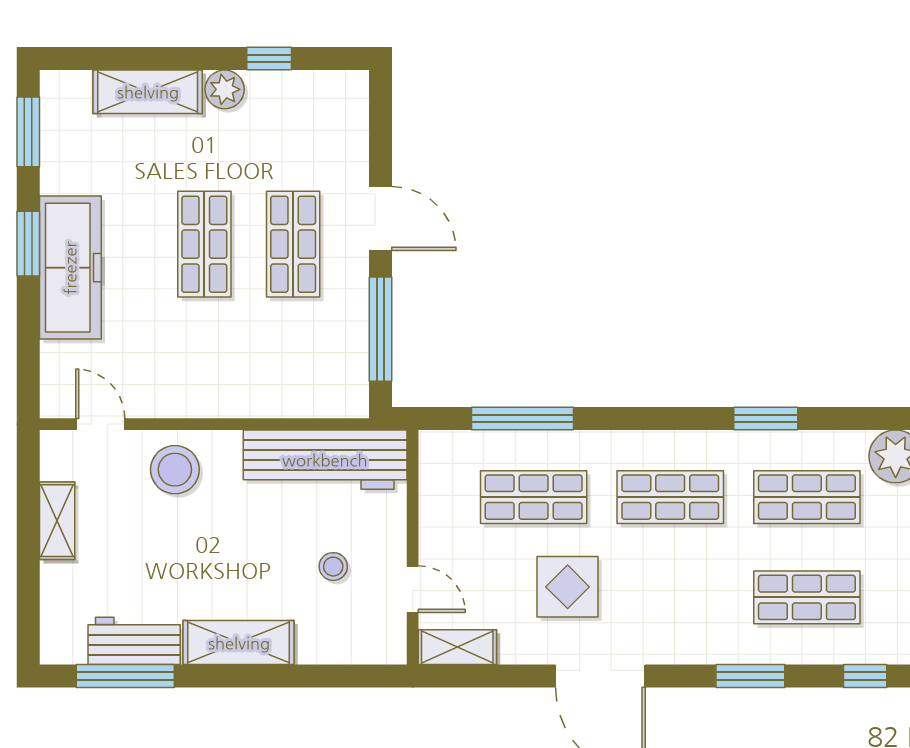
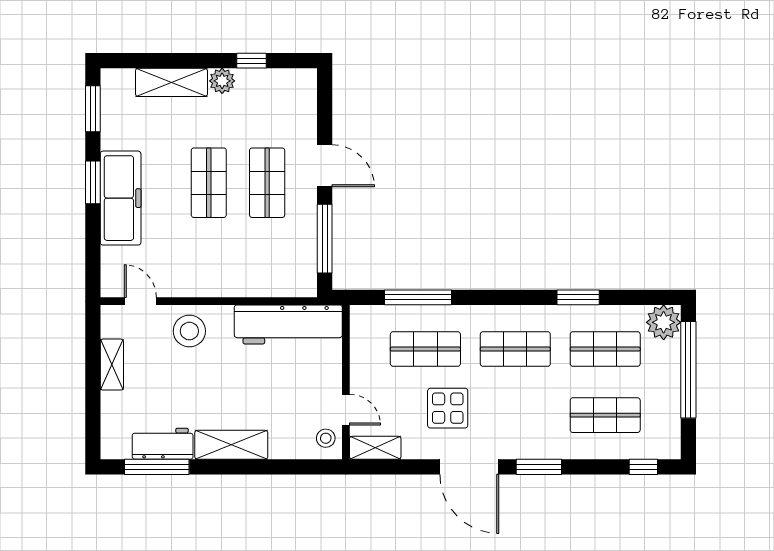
stool: (333, 567) -> (326, 438), moved
window: (750, 676) -> (539, 467), moved

